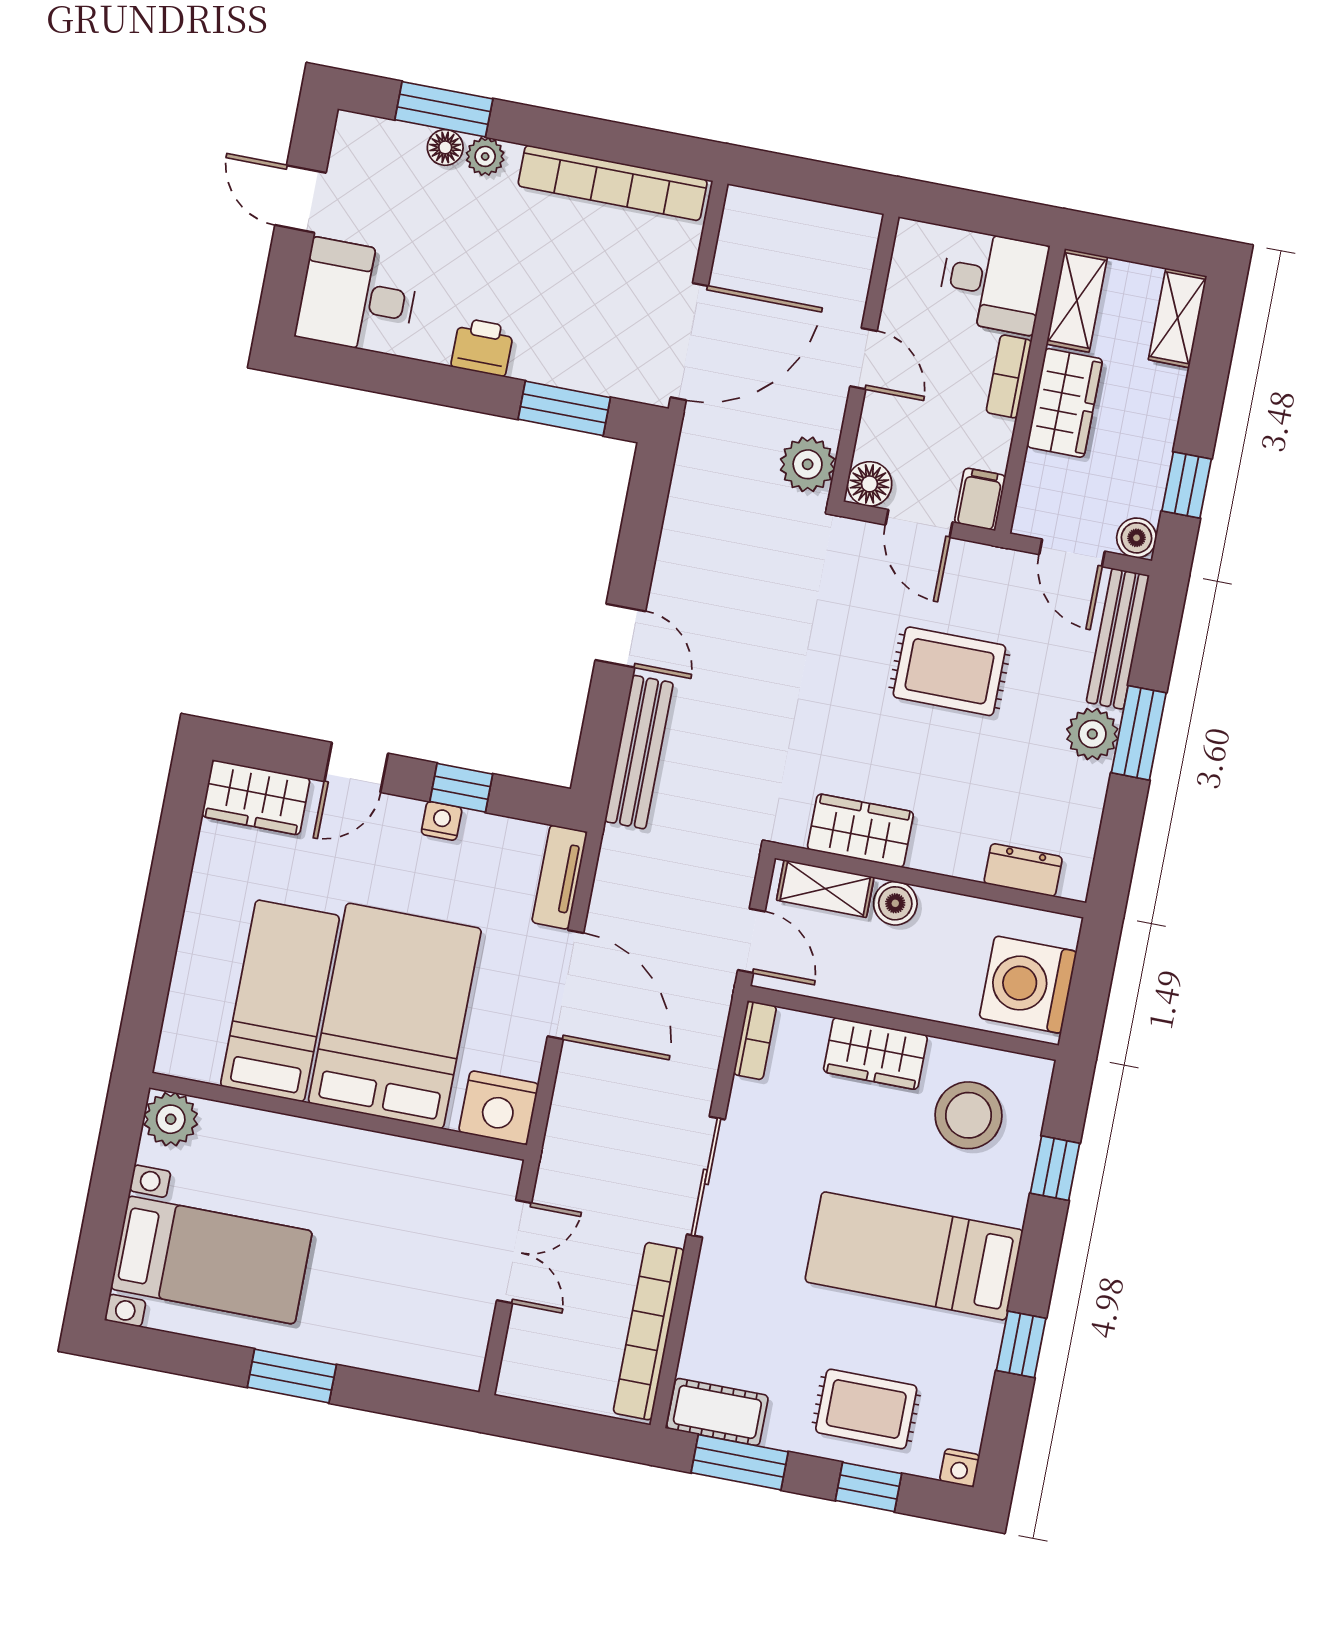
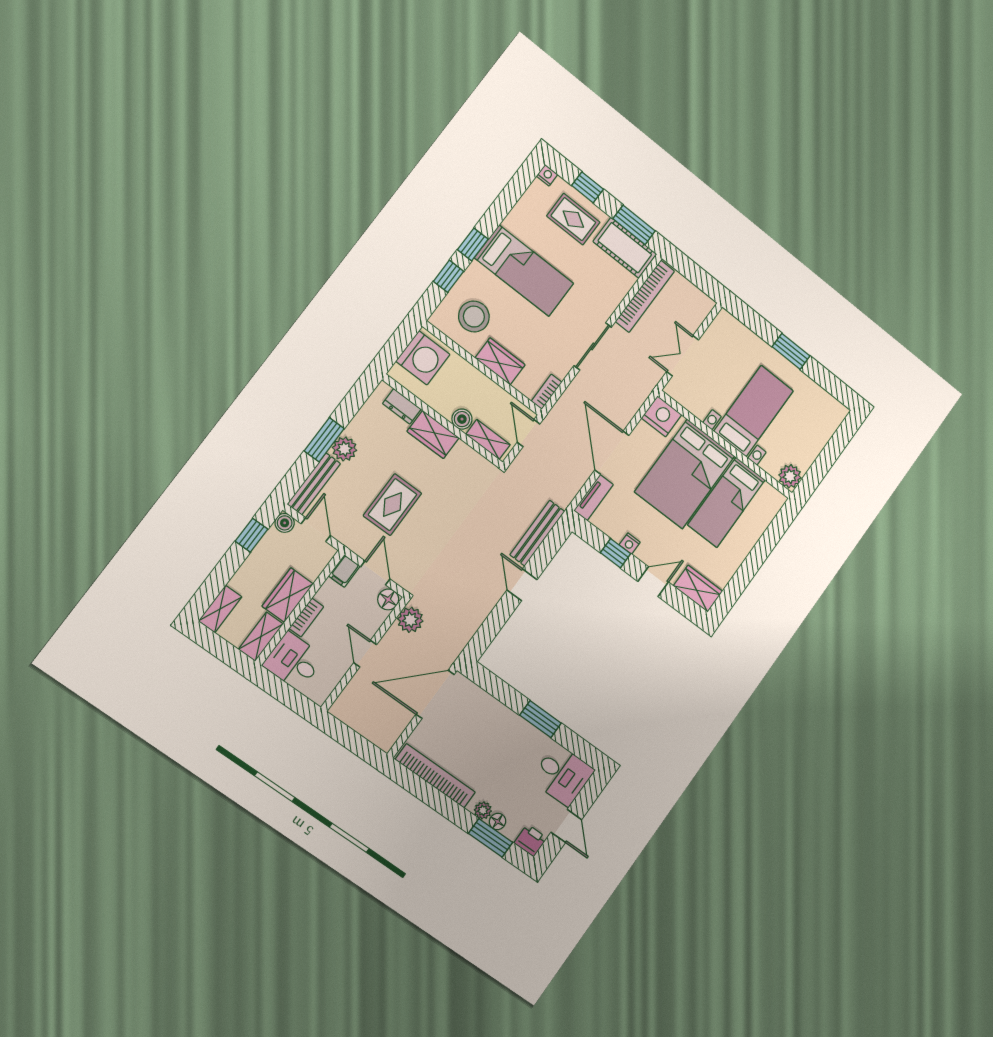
printer: (482, 347) -> (531, 840), moved, turned 180
window: (564, 408) -> (540, 719), moved
rug: (949, 671) -> (392, 505), turned 90
wardrobe: (860, 831) -> (433, 435), moved
bed with nightstands: (211, 1260) -> (754, 411), moved, turned 90
window: (1021, 1344) -> (473, 244), moved
cot: (717, 1412) -> (625, 248), width x1.37, depth x1.34

